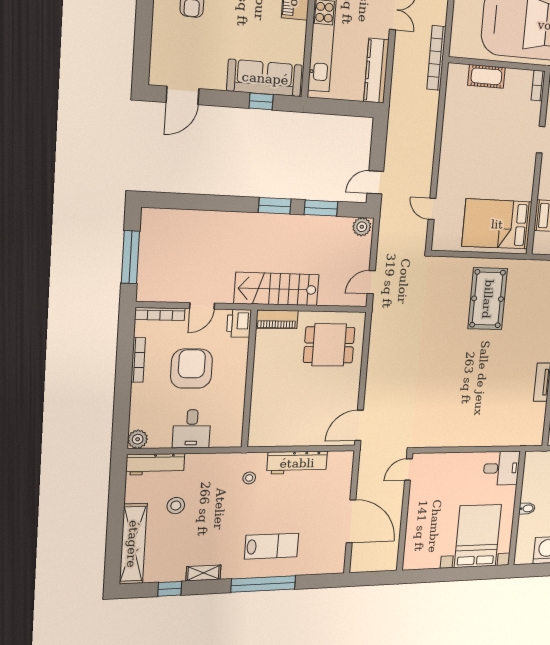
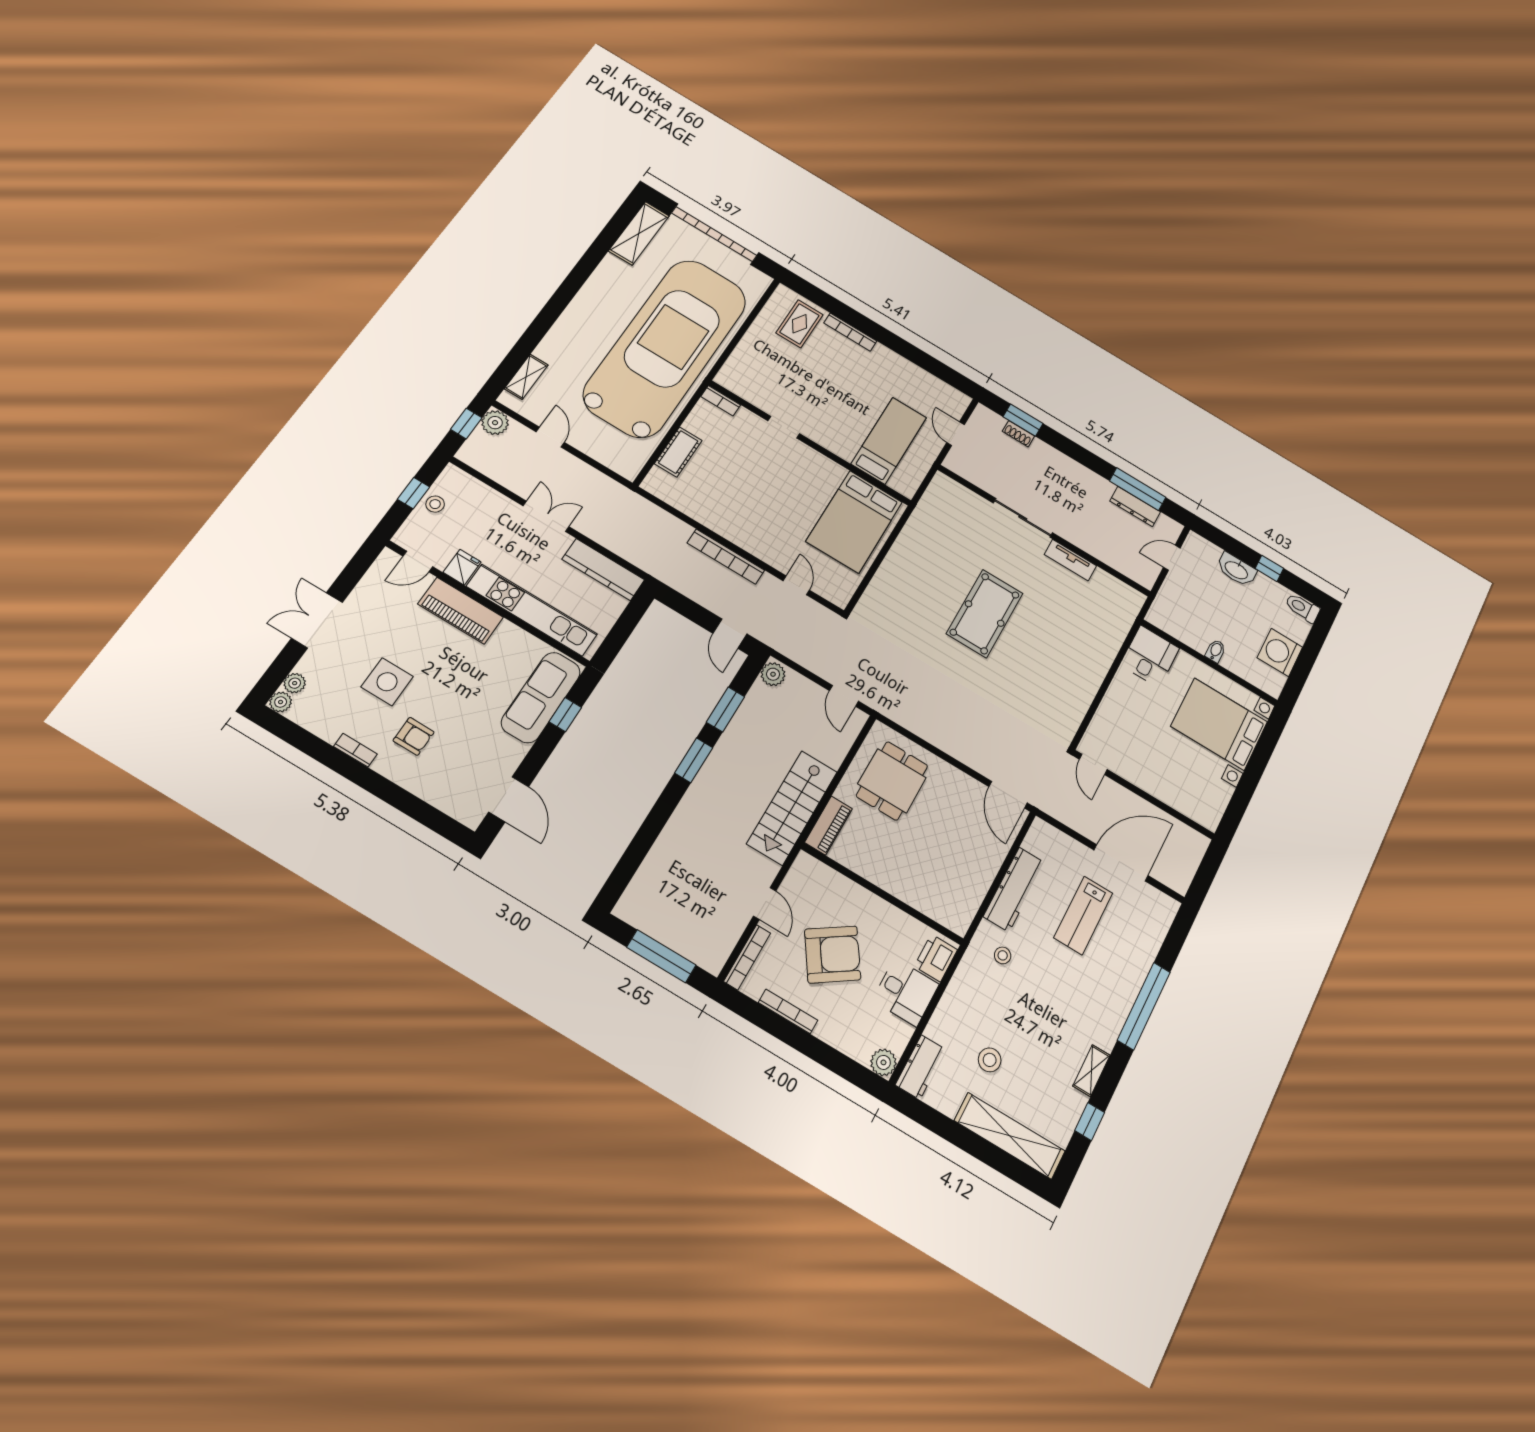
bookcase: (436, 58) -> (726, 557), moved
door: (432, 209) -> (796, 585), swing flipped
pool table: (488, 299) -> (985, 614), moved, turned 90
printer: (239, 323) -> (936, 958), moved, turned 90
armchair: (191, 369) -> (833, 954), turned 146
workbench: (155, 464) -> (921, 1067), width x0.73
lab bench: (272, 546) -> (1083, 915), moved, turned 180

